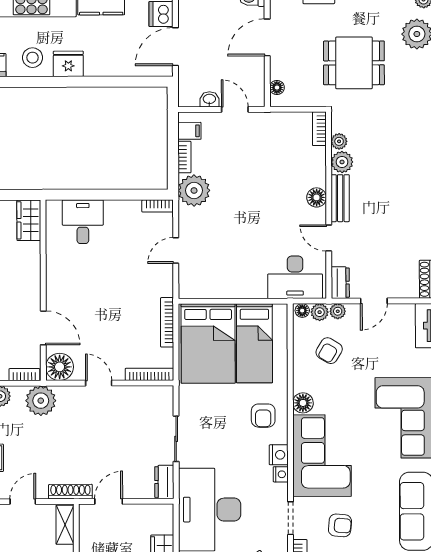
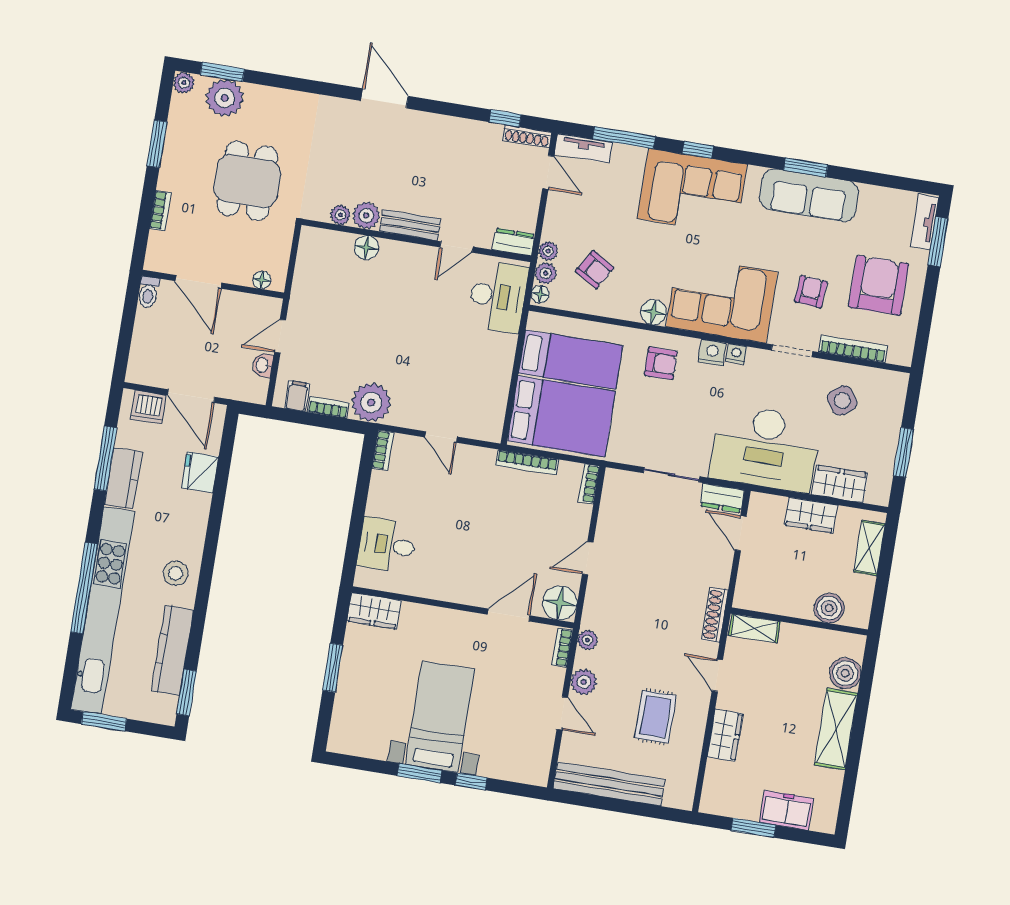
fridge: (68, 64) -> (200, 472), moved
bookcase: (319, 129) -> (321, 236), removed
floor lamp: (317, 197) -> (366, 248), moved
door: (374, 301) -> (548, 172), moved
bookcase: (149, 374) -> (589, 484), width x0.64
plant: (41, 401) -> (587, 640), width x0.53, depth x0.53
door: (109, 501) -> (741, 533), moved

